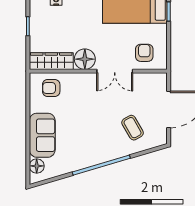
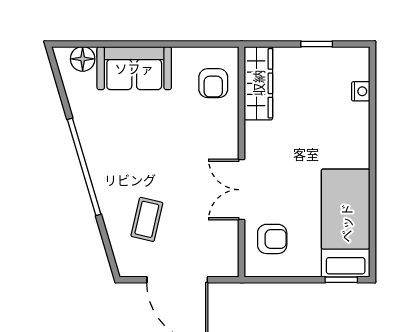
floor lamp: (85, 59) -> (262, 139), removed
armchair: (51, 88) -> (213, 83), turned 180
coffee table: (133, 128) -> (147, 219), turned -47

